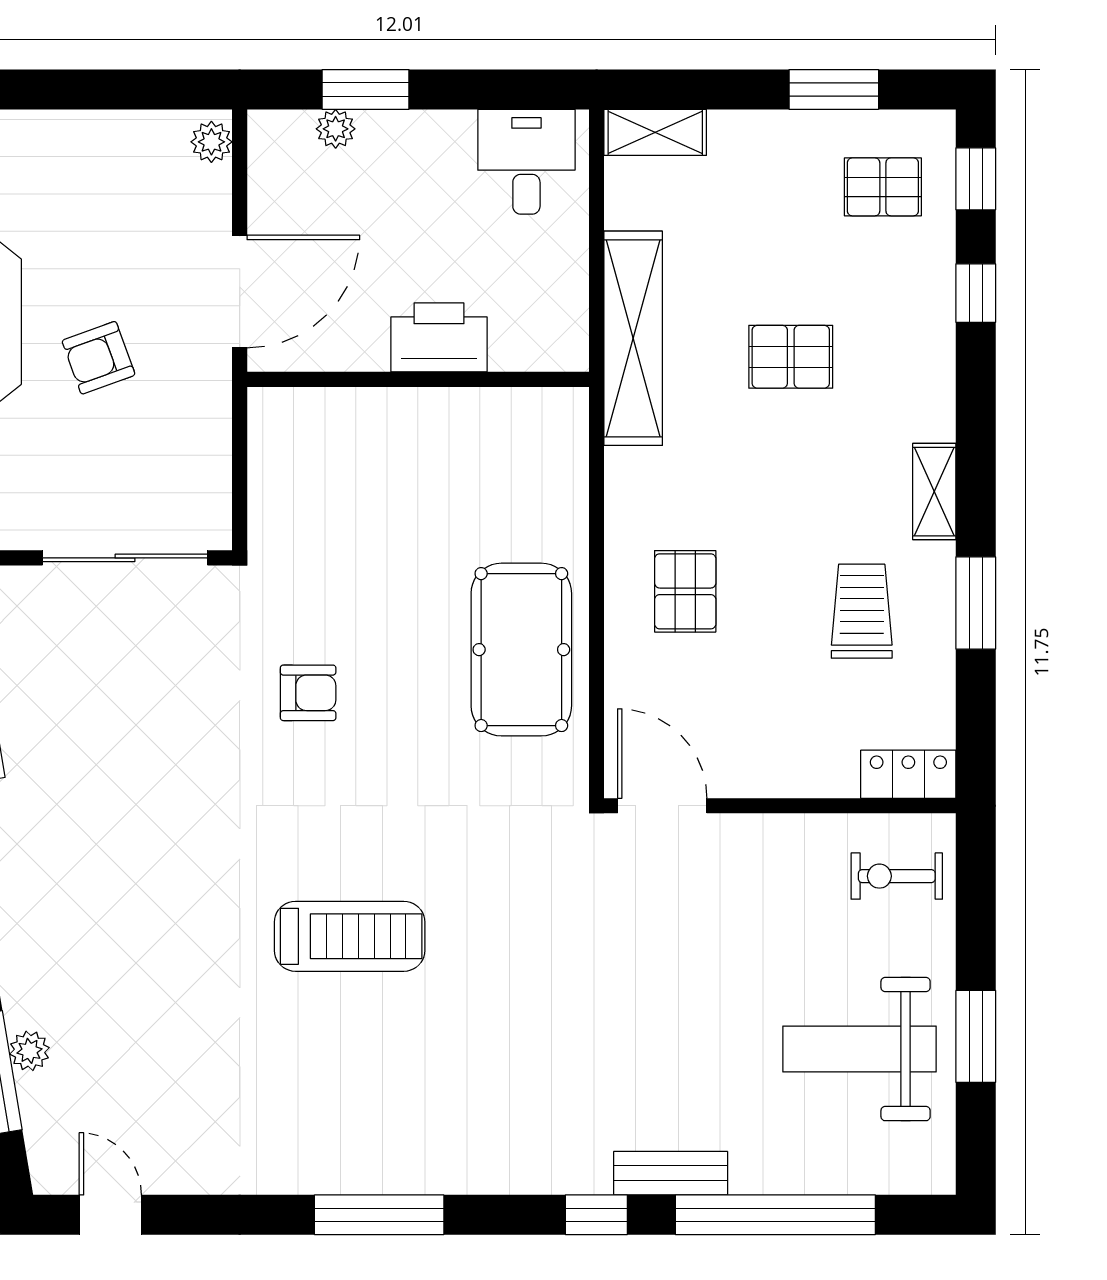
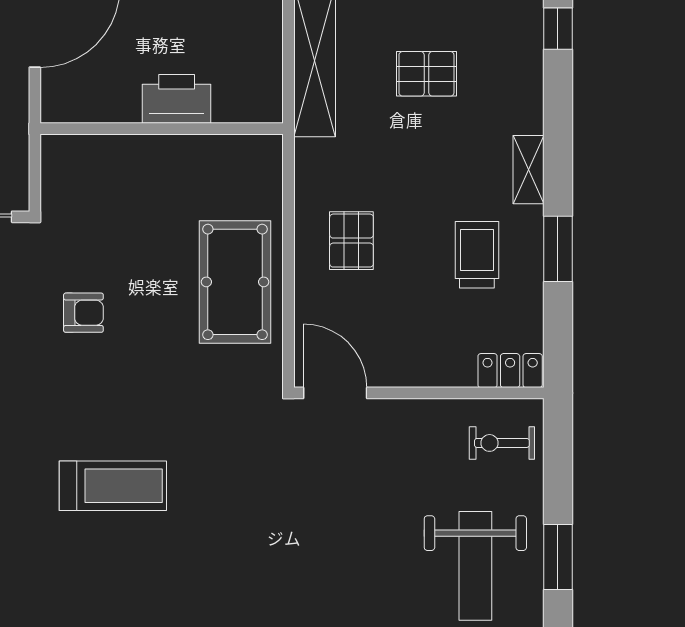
printer: (439, 337) -> (177, 99), moved
wall: (418, 379) -> (162, 129), moved
weight bench: (859, 1049) -> (475, 566), turned -90

